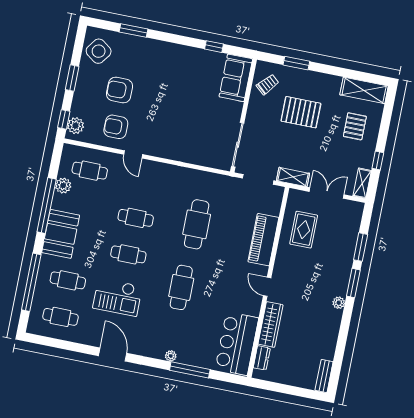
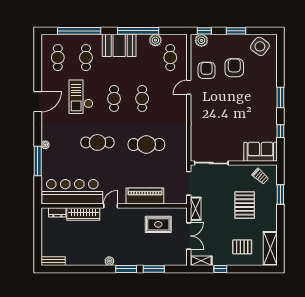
window: (134, 31) -> (280, 97), moved
bar counter: (237, 344) -> (72, 192), width x1.36

